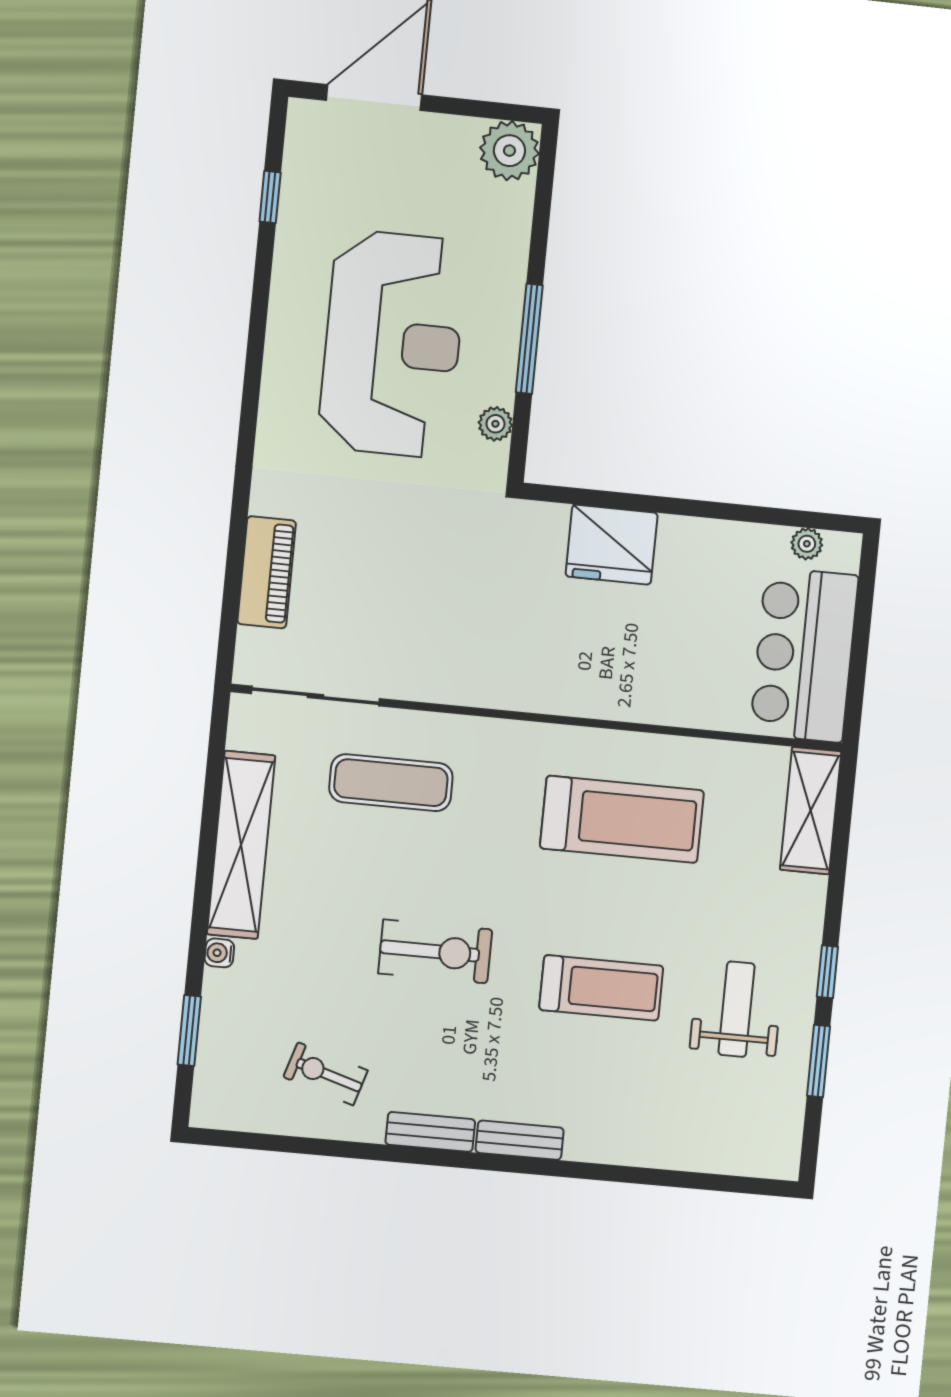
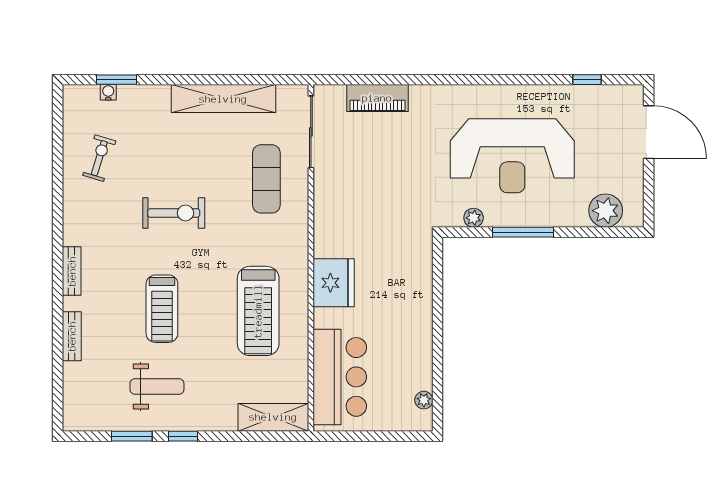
plant: (509, 151) -> (606, 211), moved
fridge: (612, 545) -> (334, 283), moved, turned 180
bar counter: (804, 655) -> (340, 377), moved, turned 90
exercise bike: (435, 951) -> (174, 213), turned -90
water cooler: (219, 953) -> (108, 92), moved
bench: (430, 1132) -> (72, 336), moved

